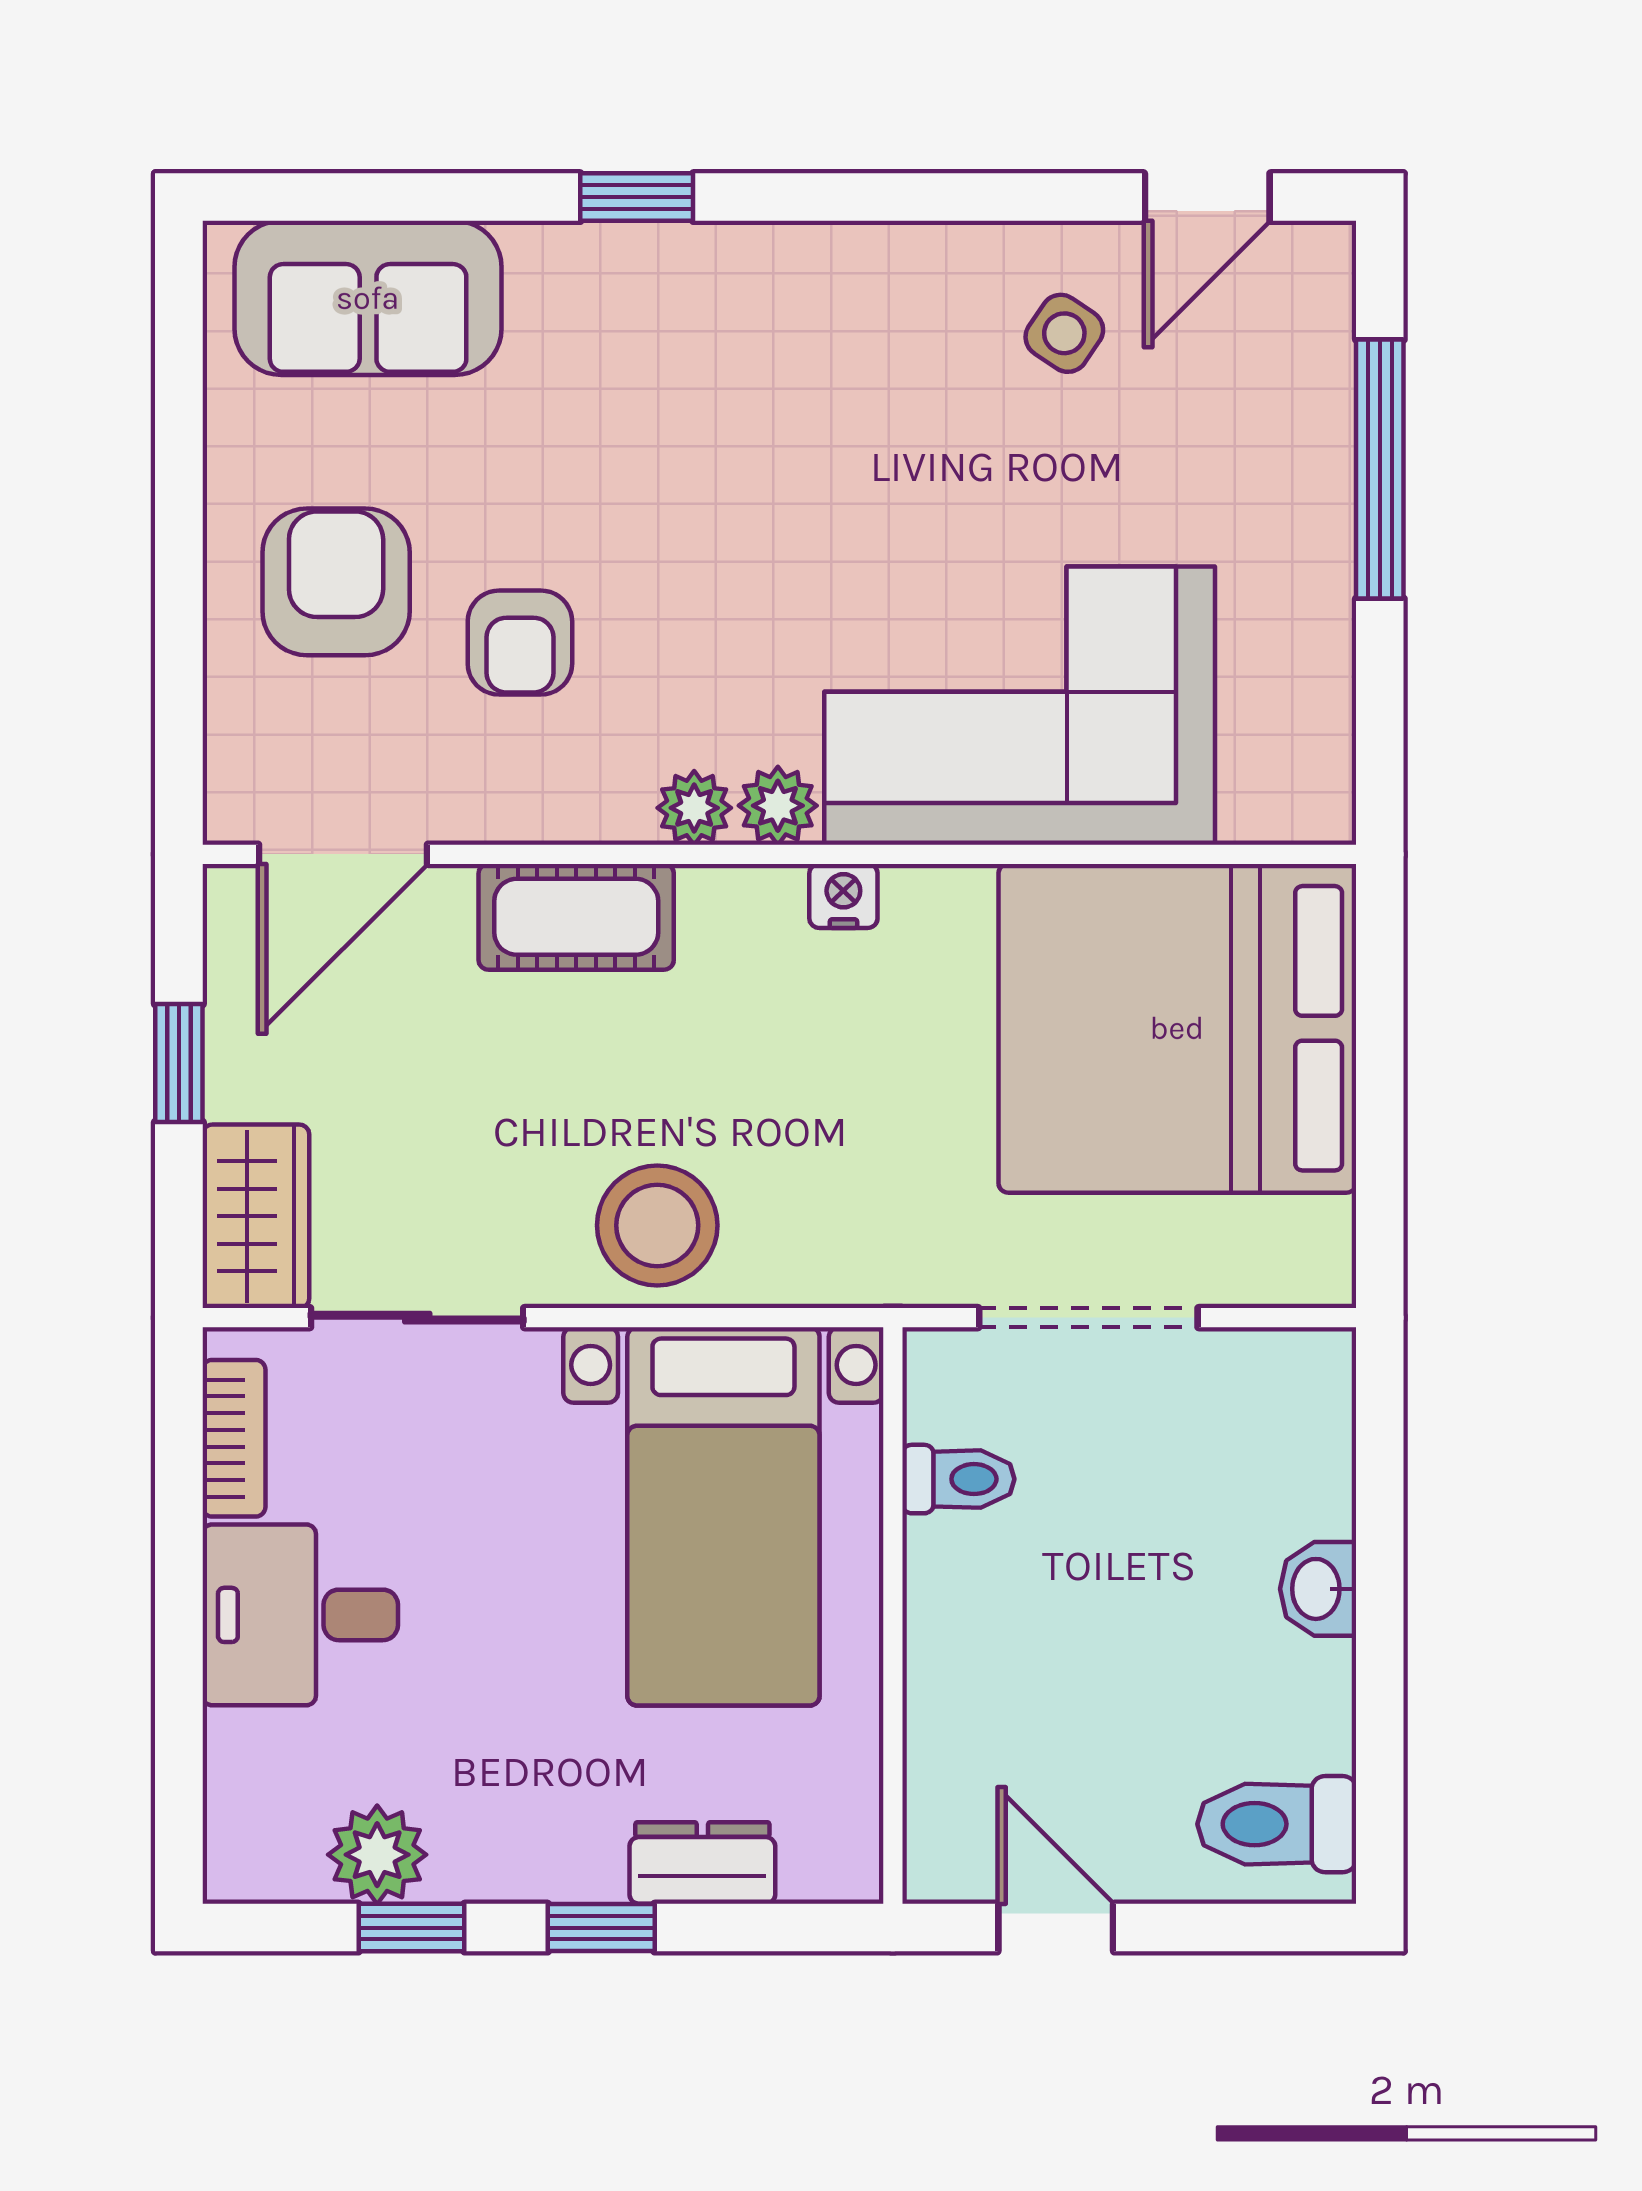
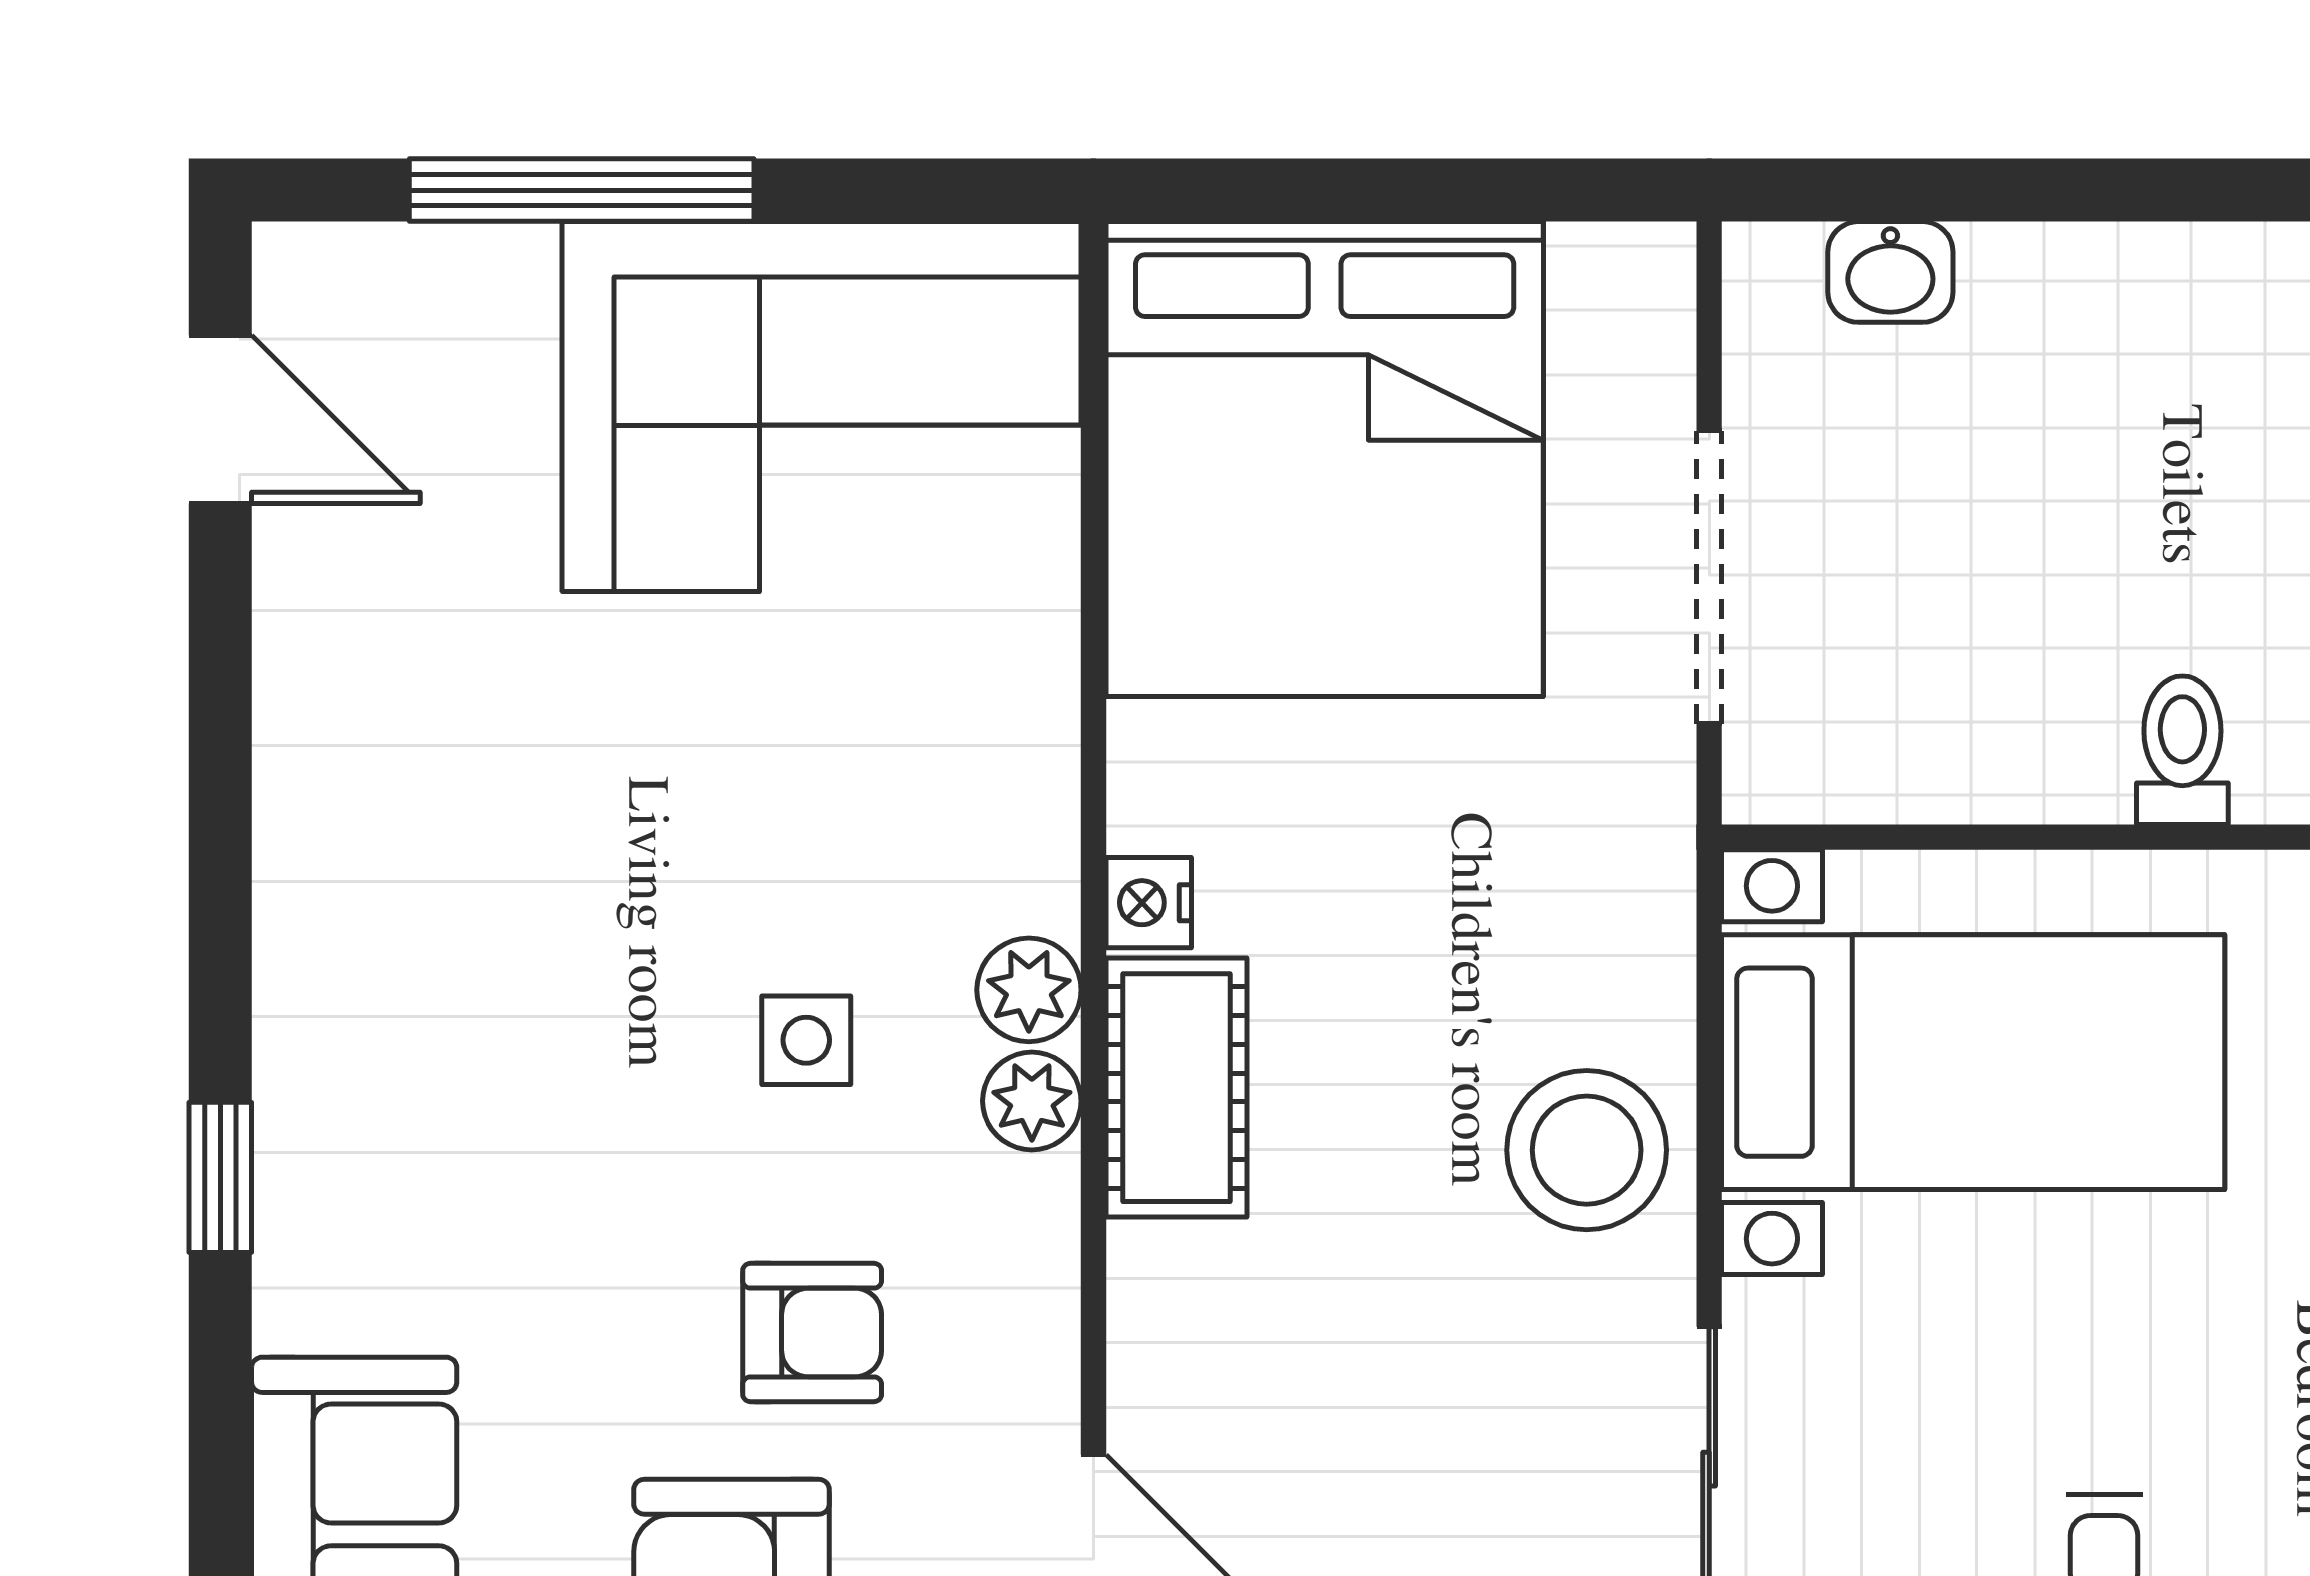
side table: (1064, 333) -> (806, 1040), moved, turned -34
corner sofa: (1020, 706) -> (822, 407), moved, turned -90
cot: (576, 917) -> (1176, 1088), moved
toilet: (958, 1479) -> (2182, 750), moved
washbasin: (1318, 1589) -> (1890, 272), moved

